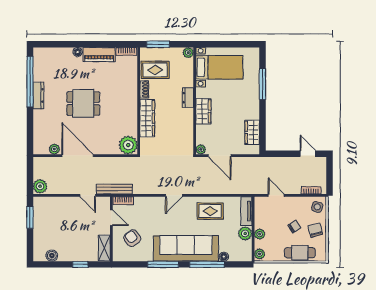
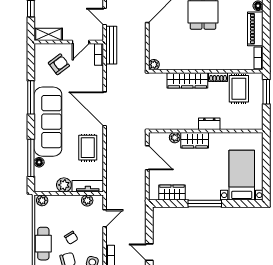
plant: (188, 53) -> (257, 124), removed
bed with nightstands: (219, 67) -> (242, 175), moved, turned 180
window: (262, 84) -> (205, 204), moved
plant: (128, 145) -> (154, 65), width x0.53, depth x0.53
plant: (201, 149) -> (175, 138), moved
door: (308, 154) -> (149, 252), swing flipped
door: (220, 156) -> (147, 158), swing flipped
door: (88, 195) -> (105, 17), hinge flipped
door: (174, 195) -> (105, 109), width x1.87
plant: (260, 234) -> (87, 201), moved
window: (207, 264) -> (31, 158), moved

